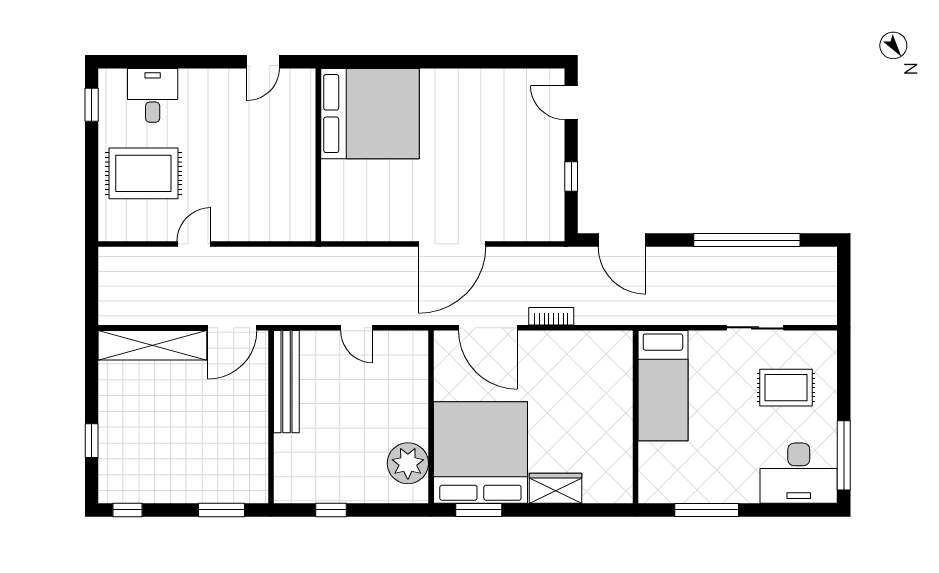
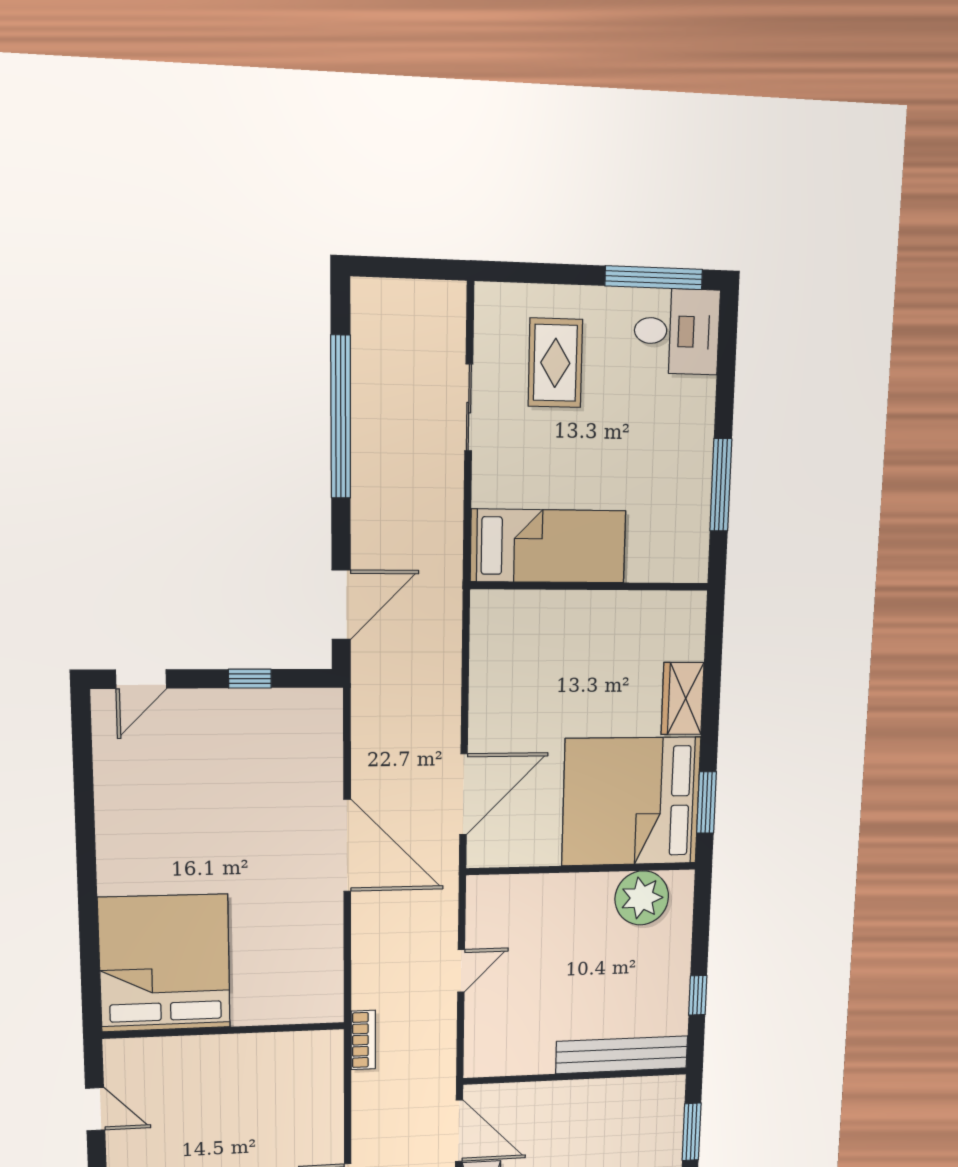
bookcase: (551, 316) -> (363, 1040), moved, turned 180
bench: (286, 382) -> (622, 1055), moved
desk: (799, 473) -> (677, 331), width x0.73

